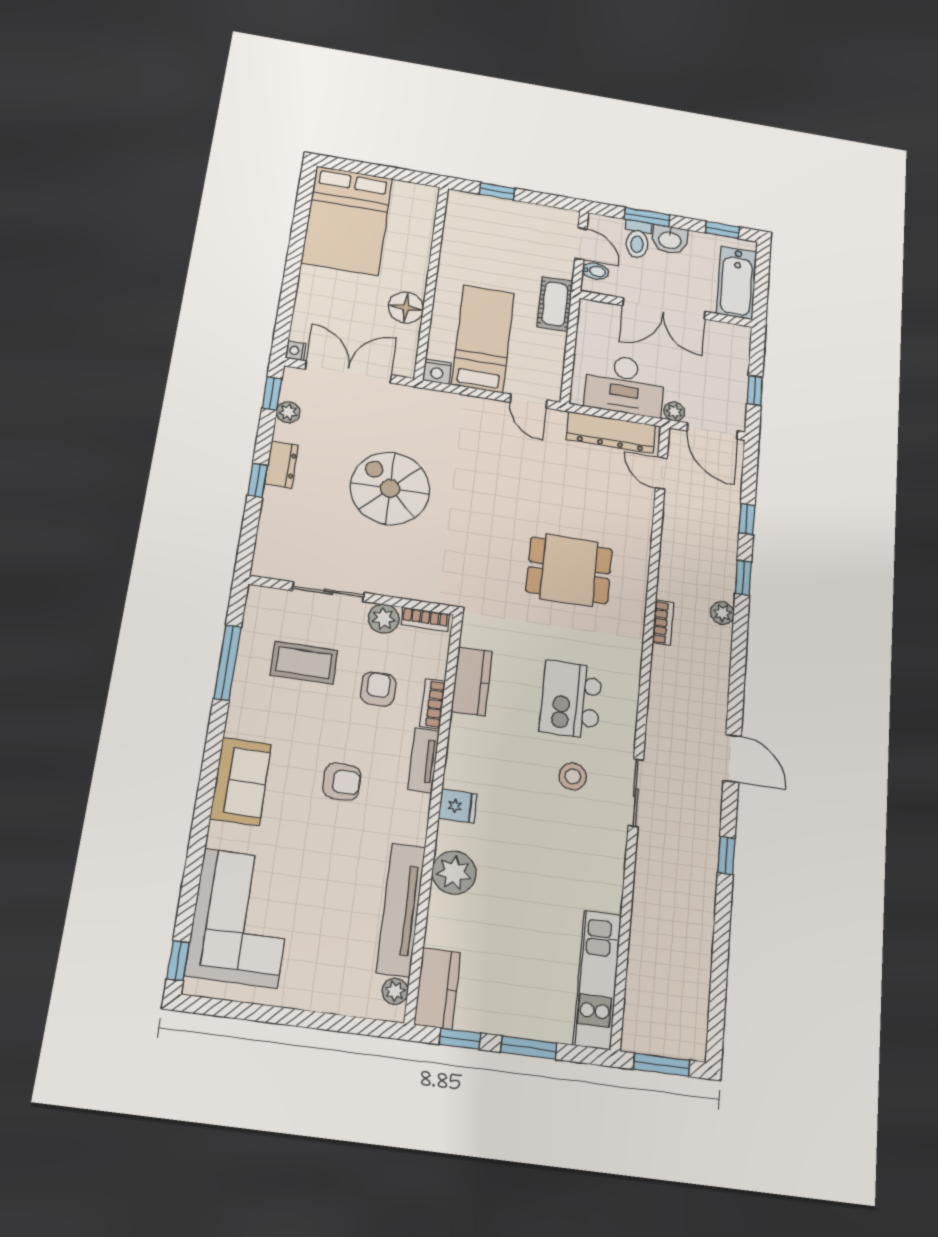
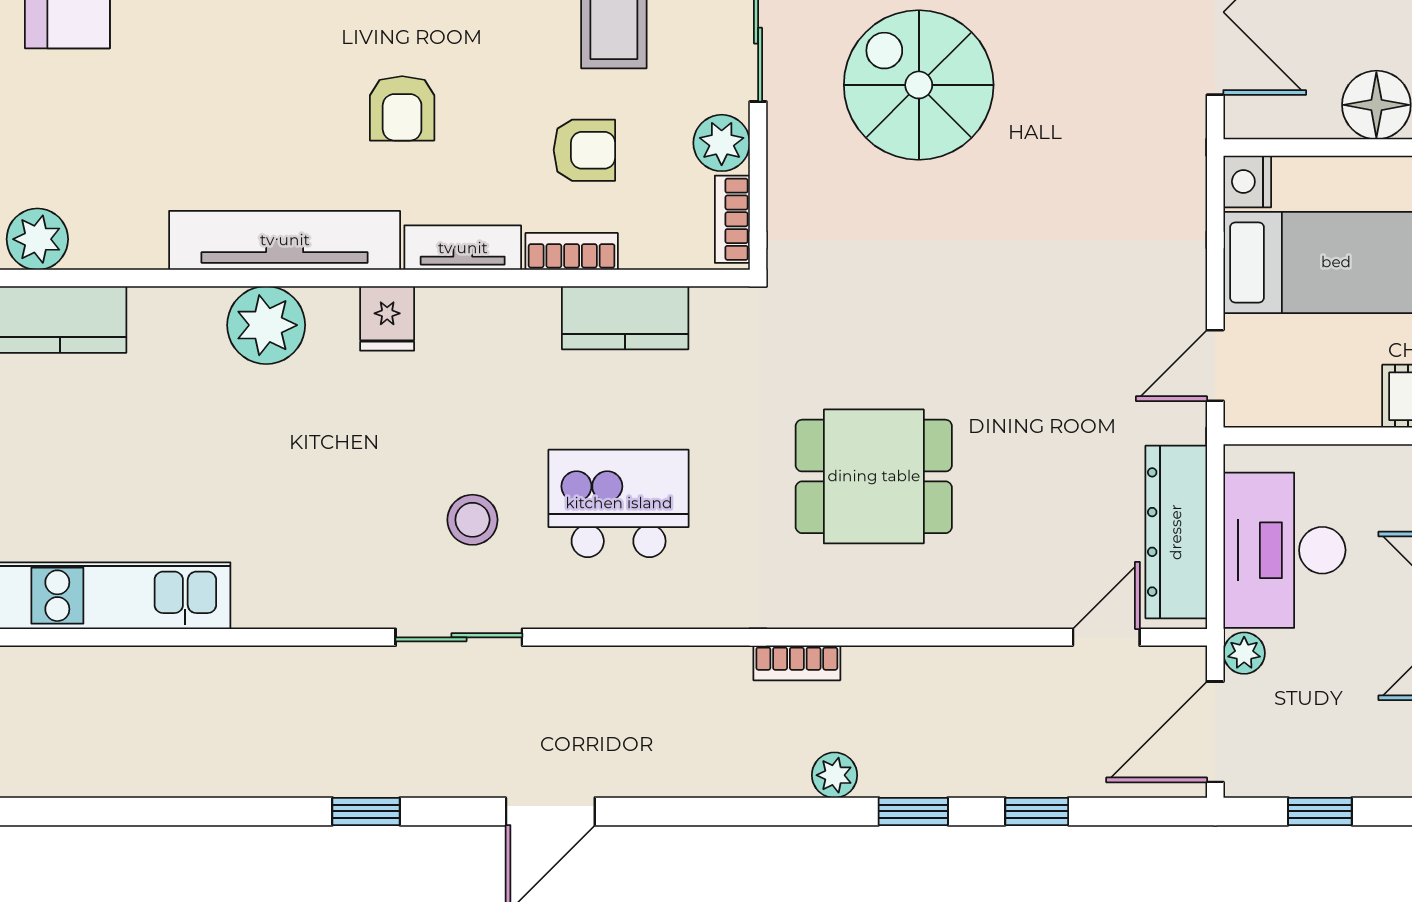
spiral stairs: (390, 488) -> (919, 85), moved, turned -90
dining table: (569, 570) -> (874, 476), turned 90
tv unit: (401, 910) -> (285, 240), moved
plant: (395, 991) -> (37, 239), width x1.38, depth x1.38

